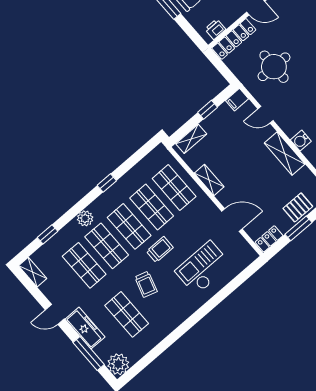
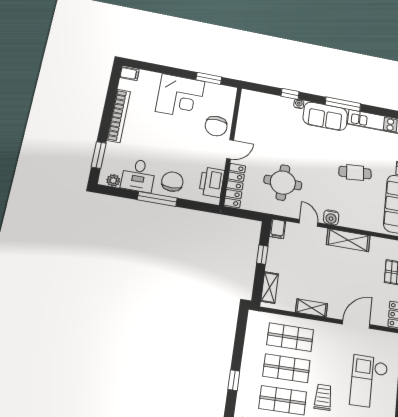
printer: (215, 29) -> (212, 182), width x1.87, depth x1.48
door: (265, 115) -> (309, 223), swing flipped
water cooler: (301, 141) -> (331, 217), moved

